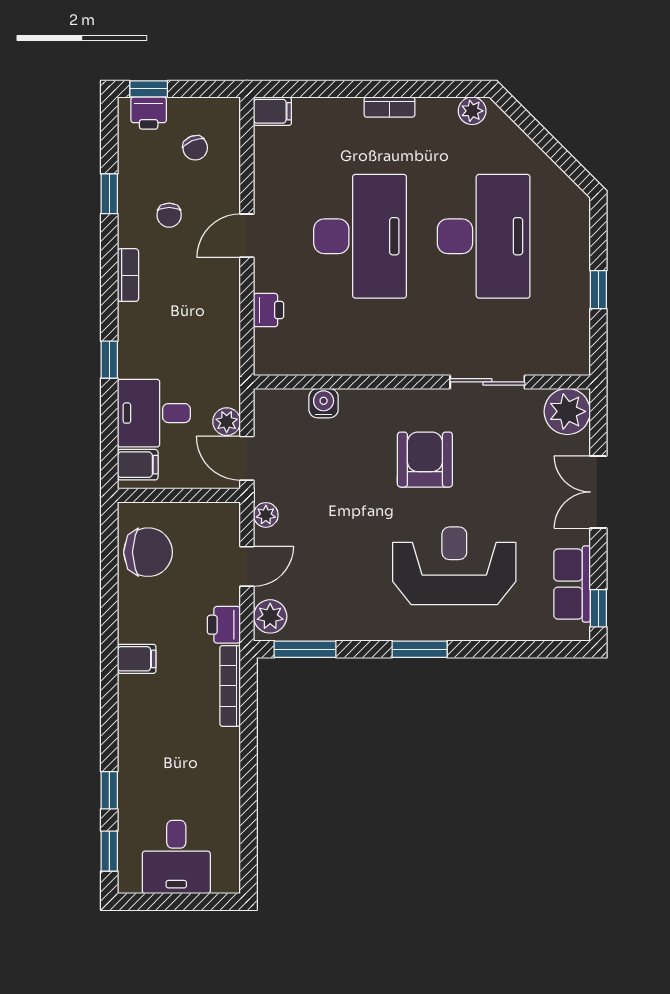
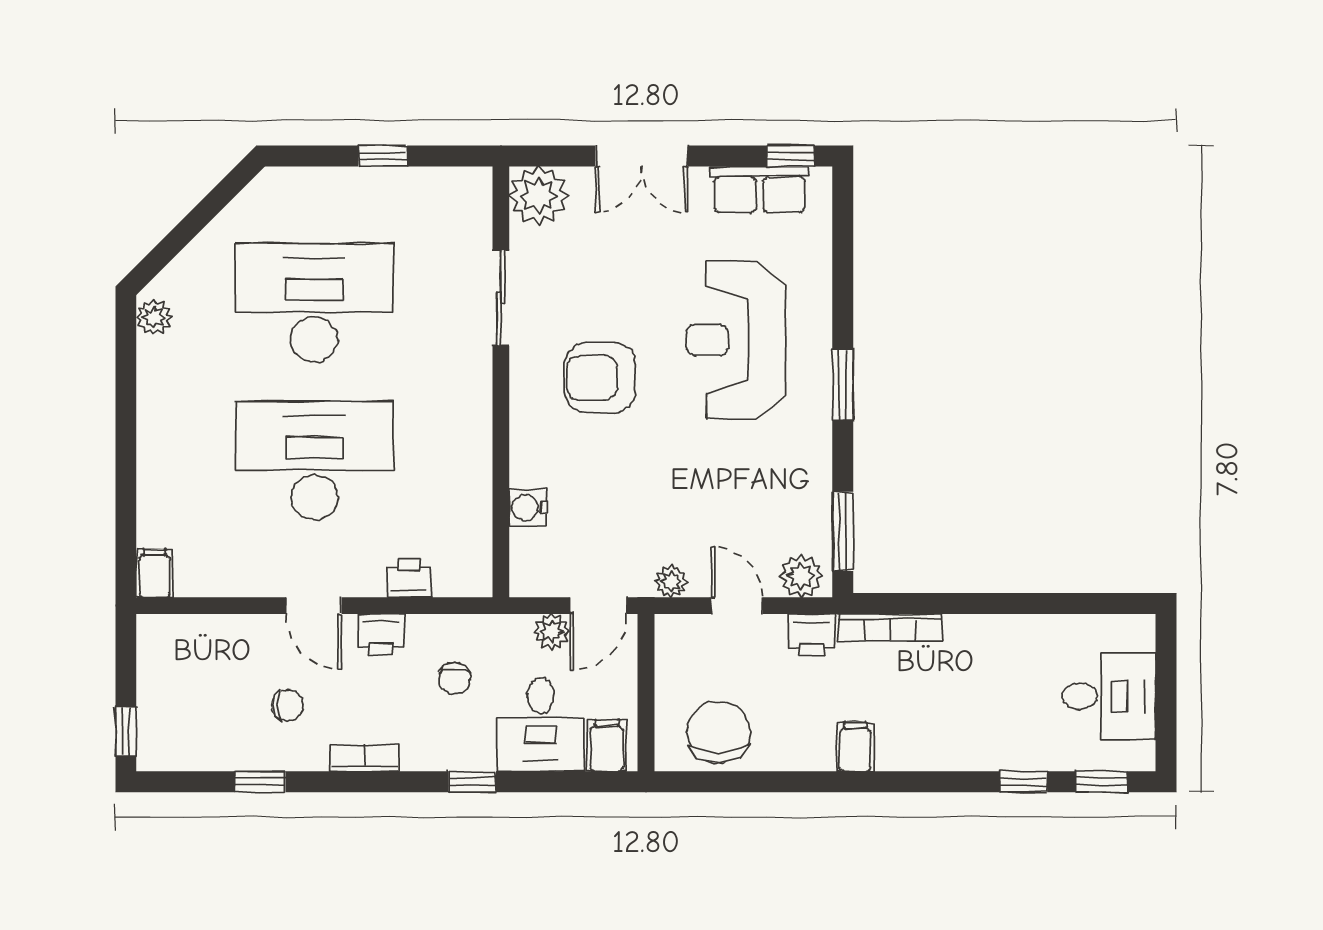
bookcase: (389, 107) -> (149, 423), removed
printer: (149, 113) -> (381, 634), moved, turned 90
chair: (195, 148) -> (454, 678), moved, turned 113

